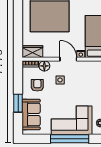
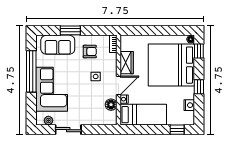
wardrobe: (32, 52) -> (127, 63), moved
floor lamp: (44, 66) -> (111, 105), moved
window: (70, 139) -> (31, 71), moved

